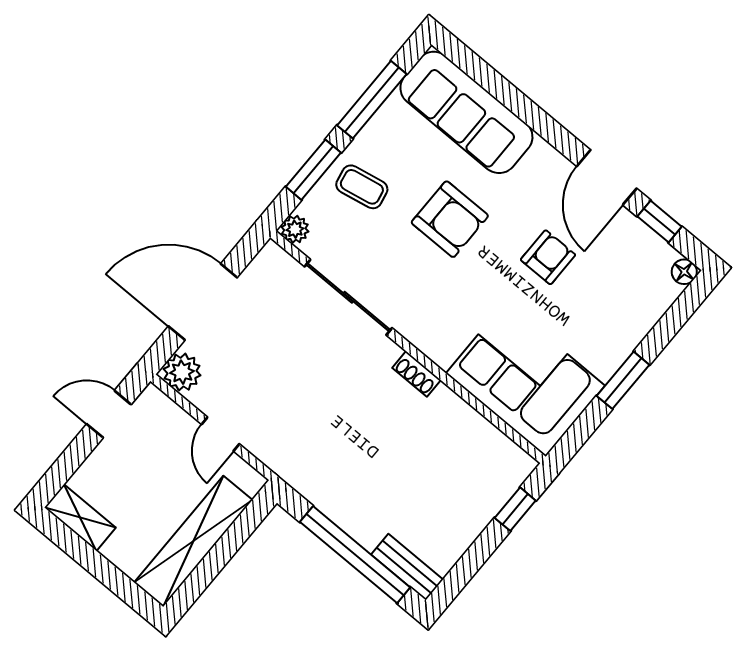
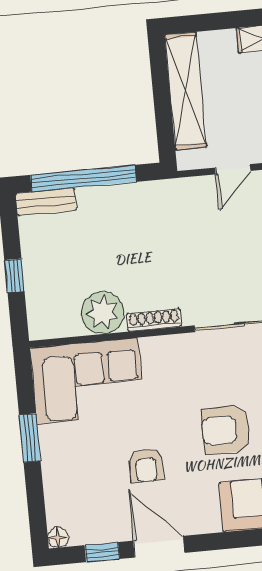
shoe rack: (416, 374) -> (154, 320), width x1.43
plant: (454, 424) -> (103, 313), added
door: (220, 434) -> (233, 169), swing flipped
window: (515, 509) -> (14, 276), moved

